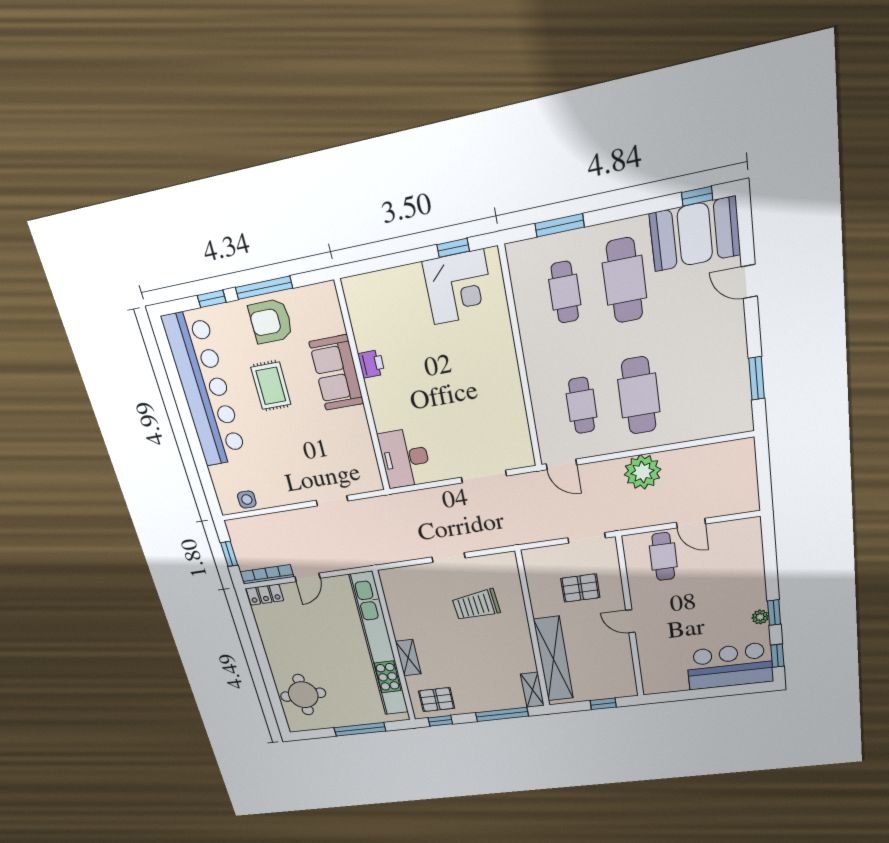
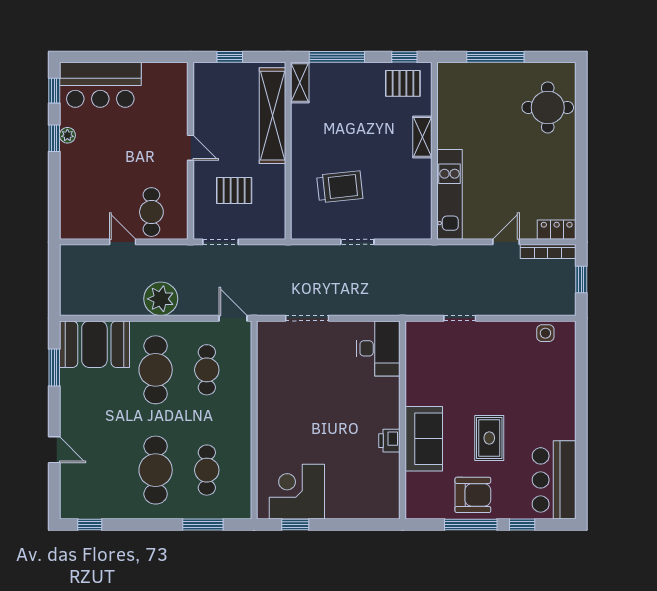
booth: (695, 234) -> (94, 344), moved
bar counter: (205, 389) -> (554, 480), width x0.54
kitchen unit: (379, 645) -> (450, 194), width x0.54

